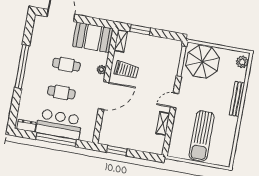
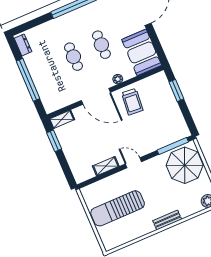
shelving: (121, 41) -> (62, 119), moved
bench: (237, 99) -> (167, 220), width x0.73
bar counter: (59, 124) -> (43, 73), removed

